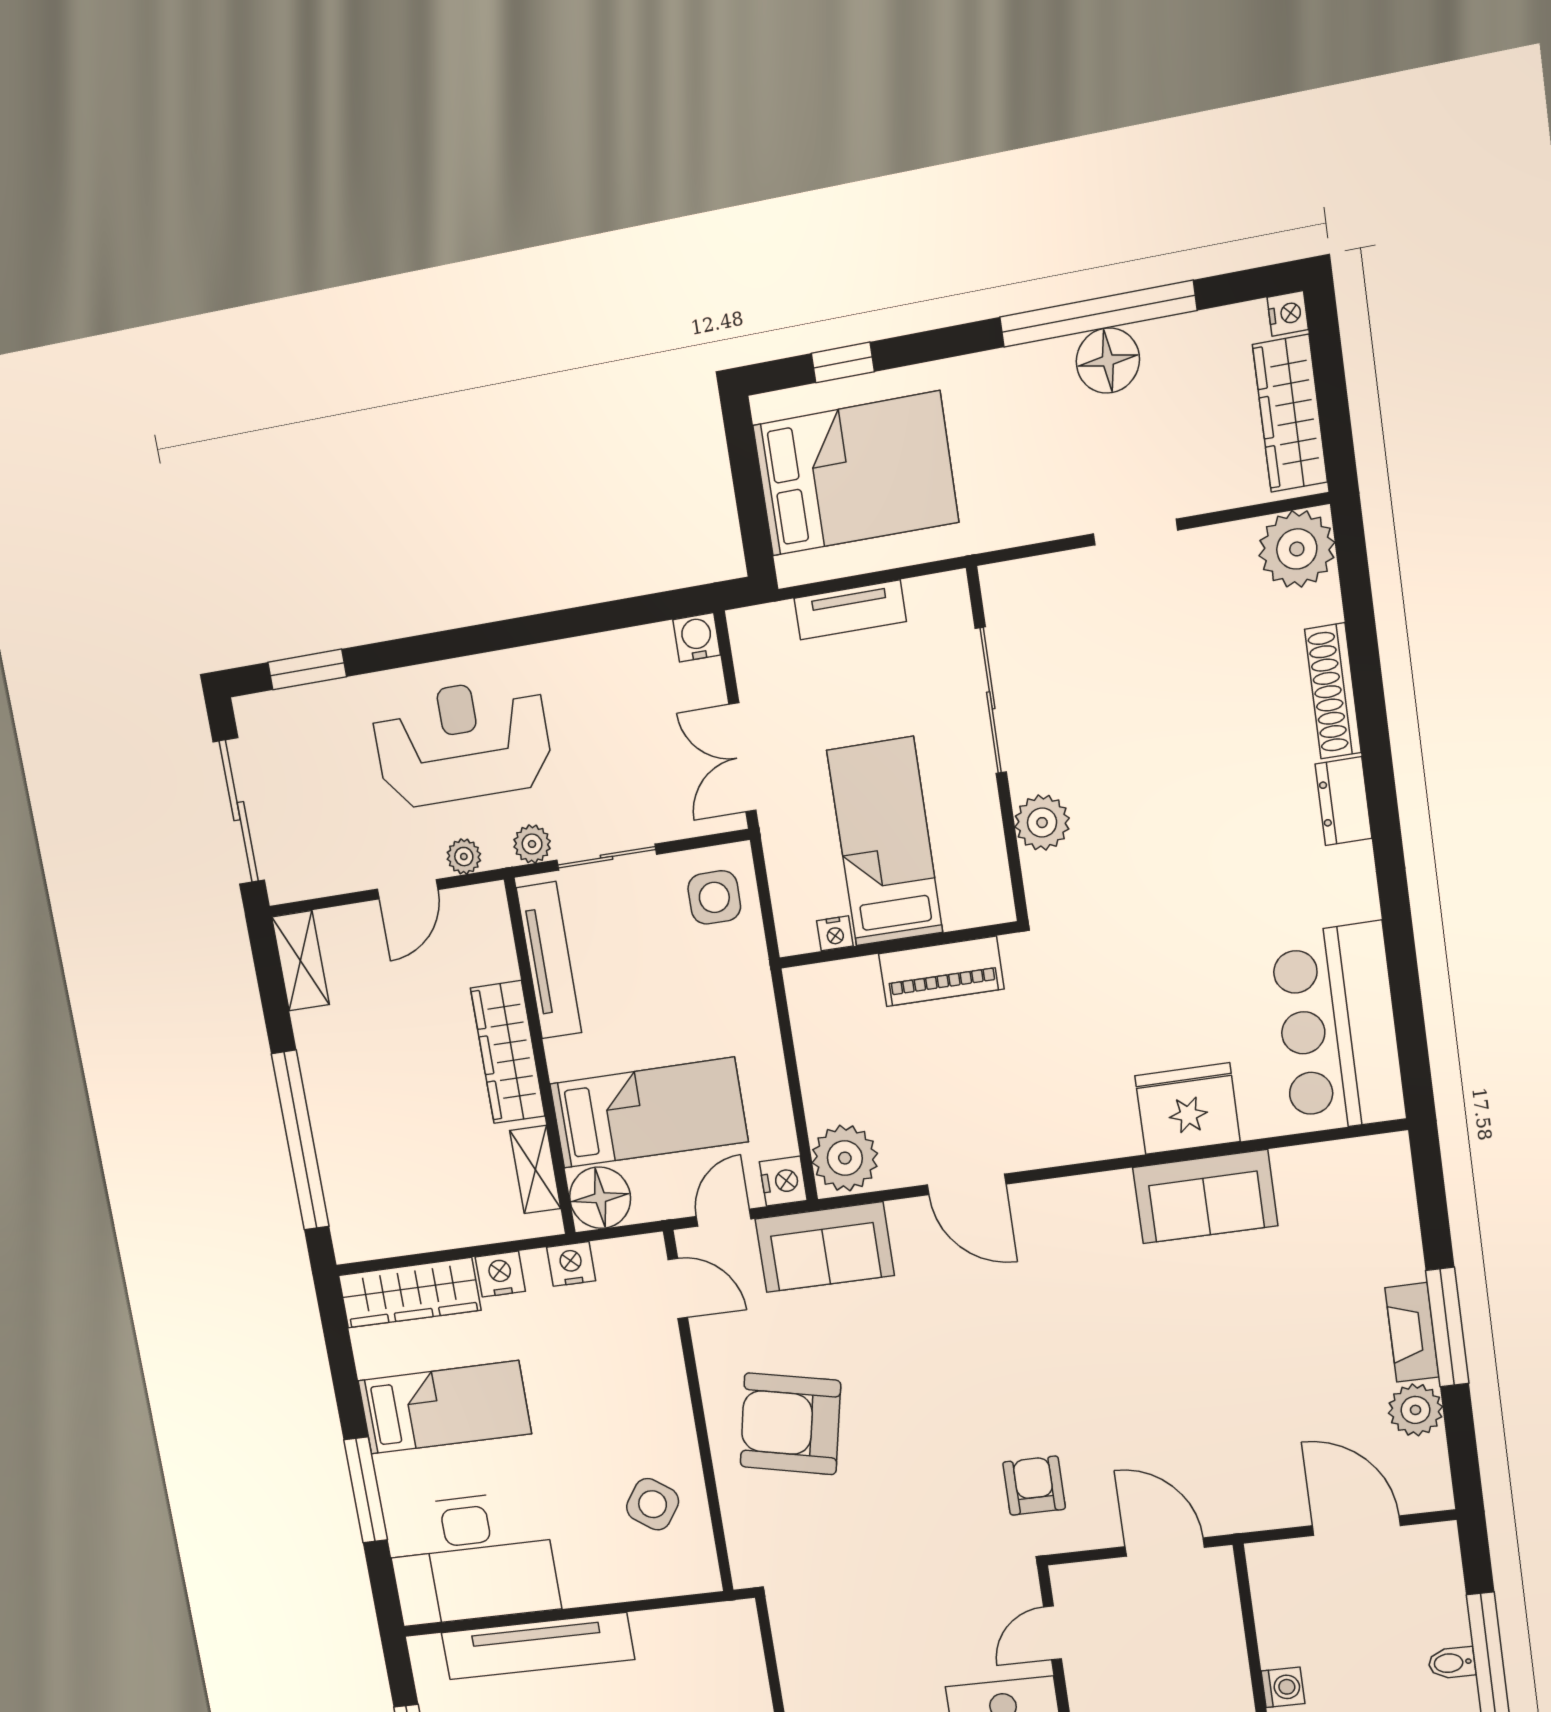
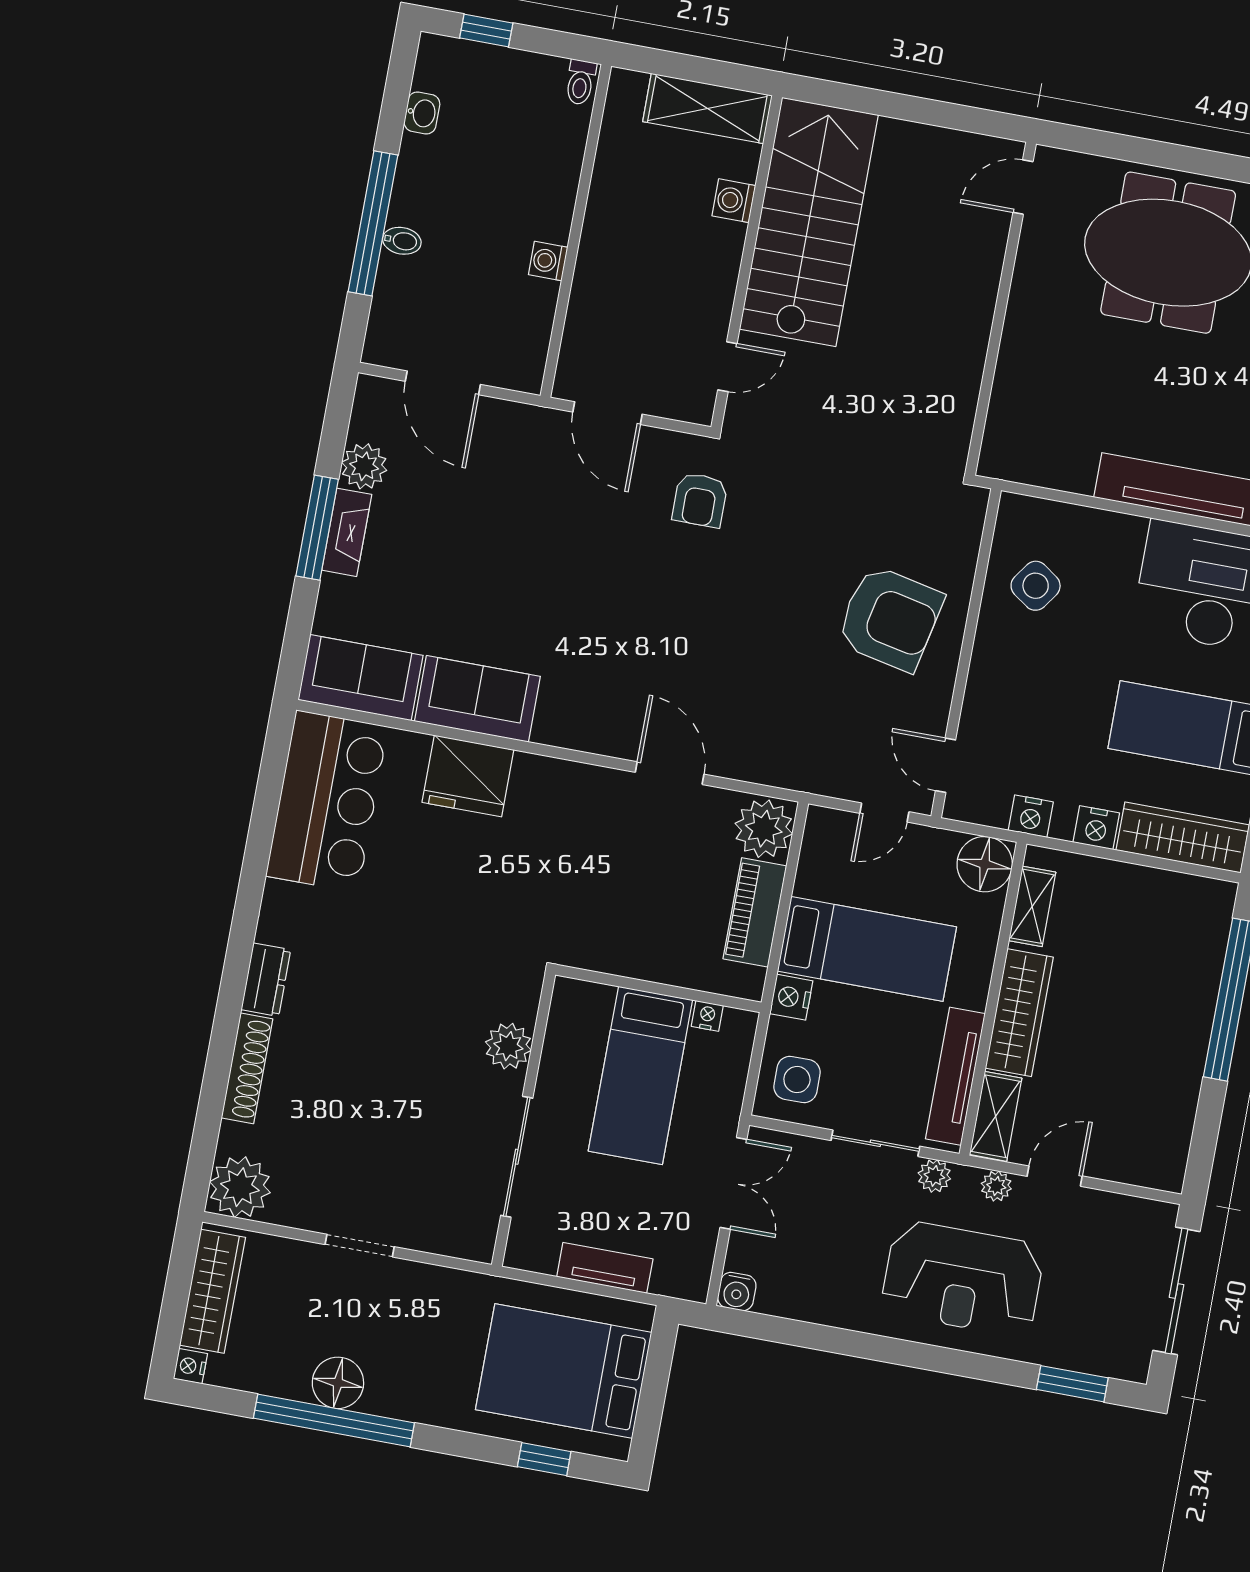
shelving: (301, 961) -> (996, 1116), moved
piano: (941, 971) -> (755, 912), moved, turned -90
bed: (649, 1113) -> (867, 949), moved, turned 180
nightstand: (783, 1181) -> (791, 997), moved
sofa: (825, 1247) -> (360, 678), moved

